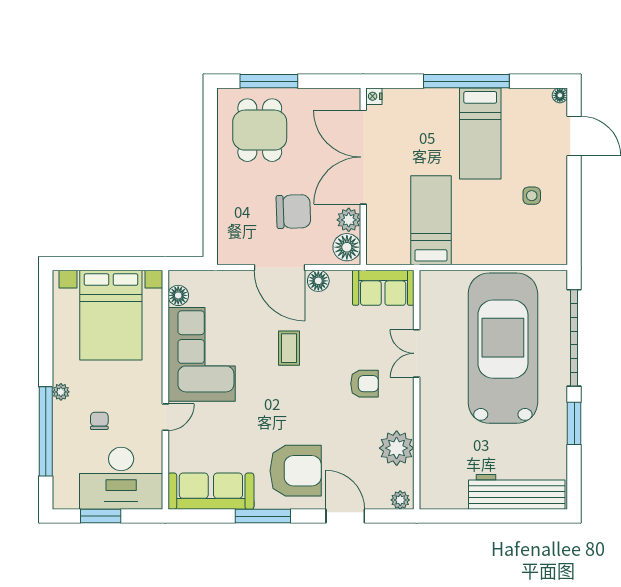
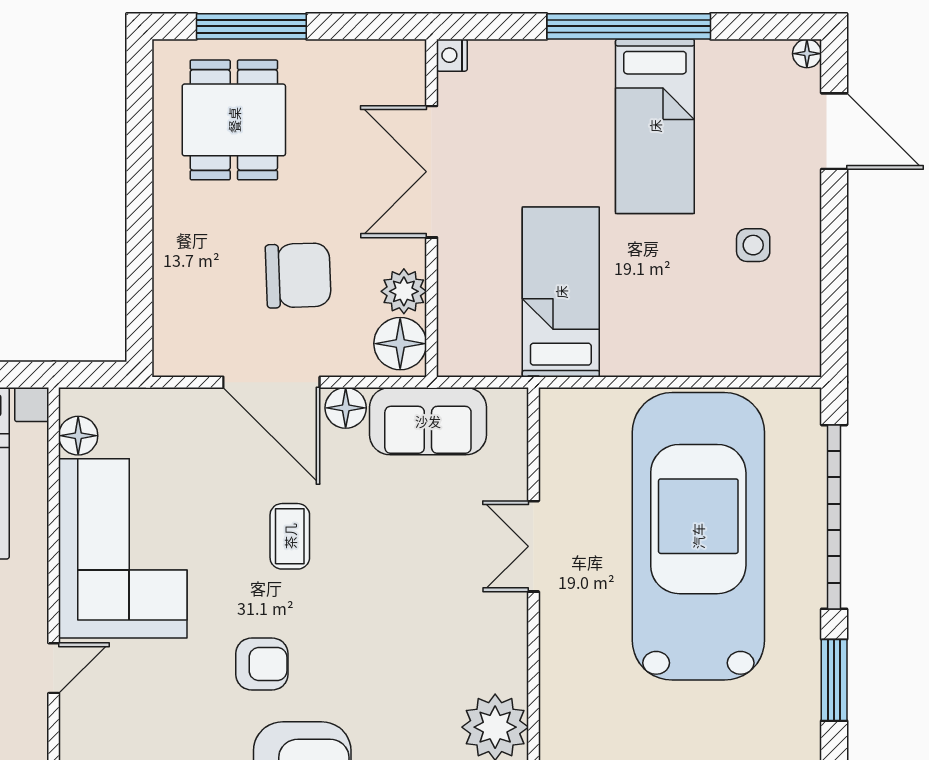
double door: (363, 157) -> (432, 172), width x0.73
sofa: (383, 288) -> (428, 421), moved
armchair: (364, 384) -> (262, 664), moved

